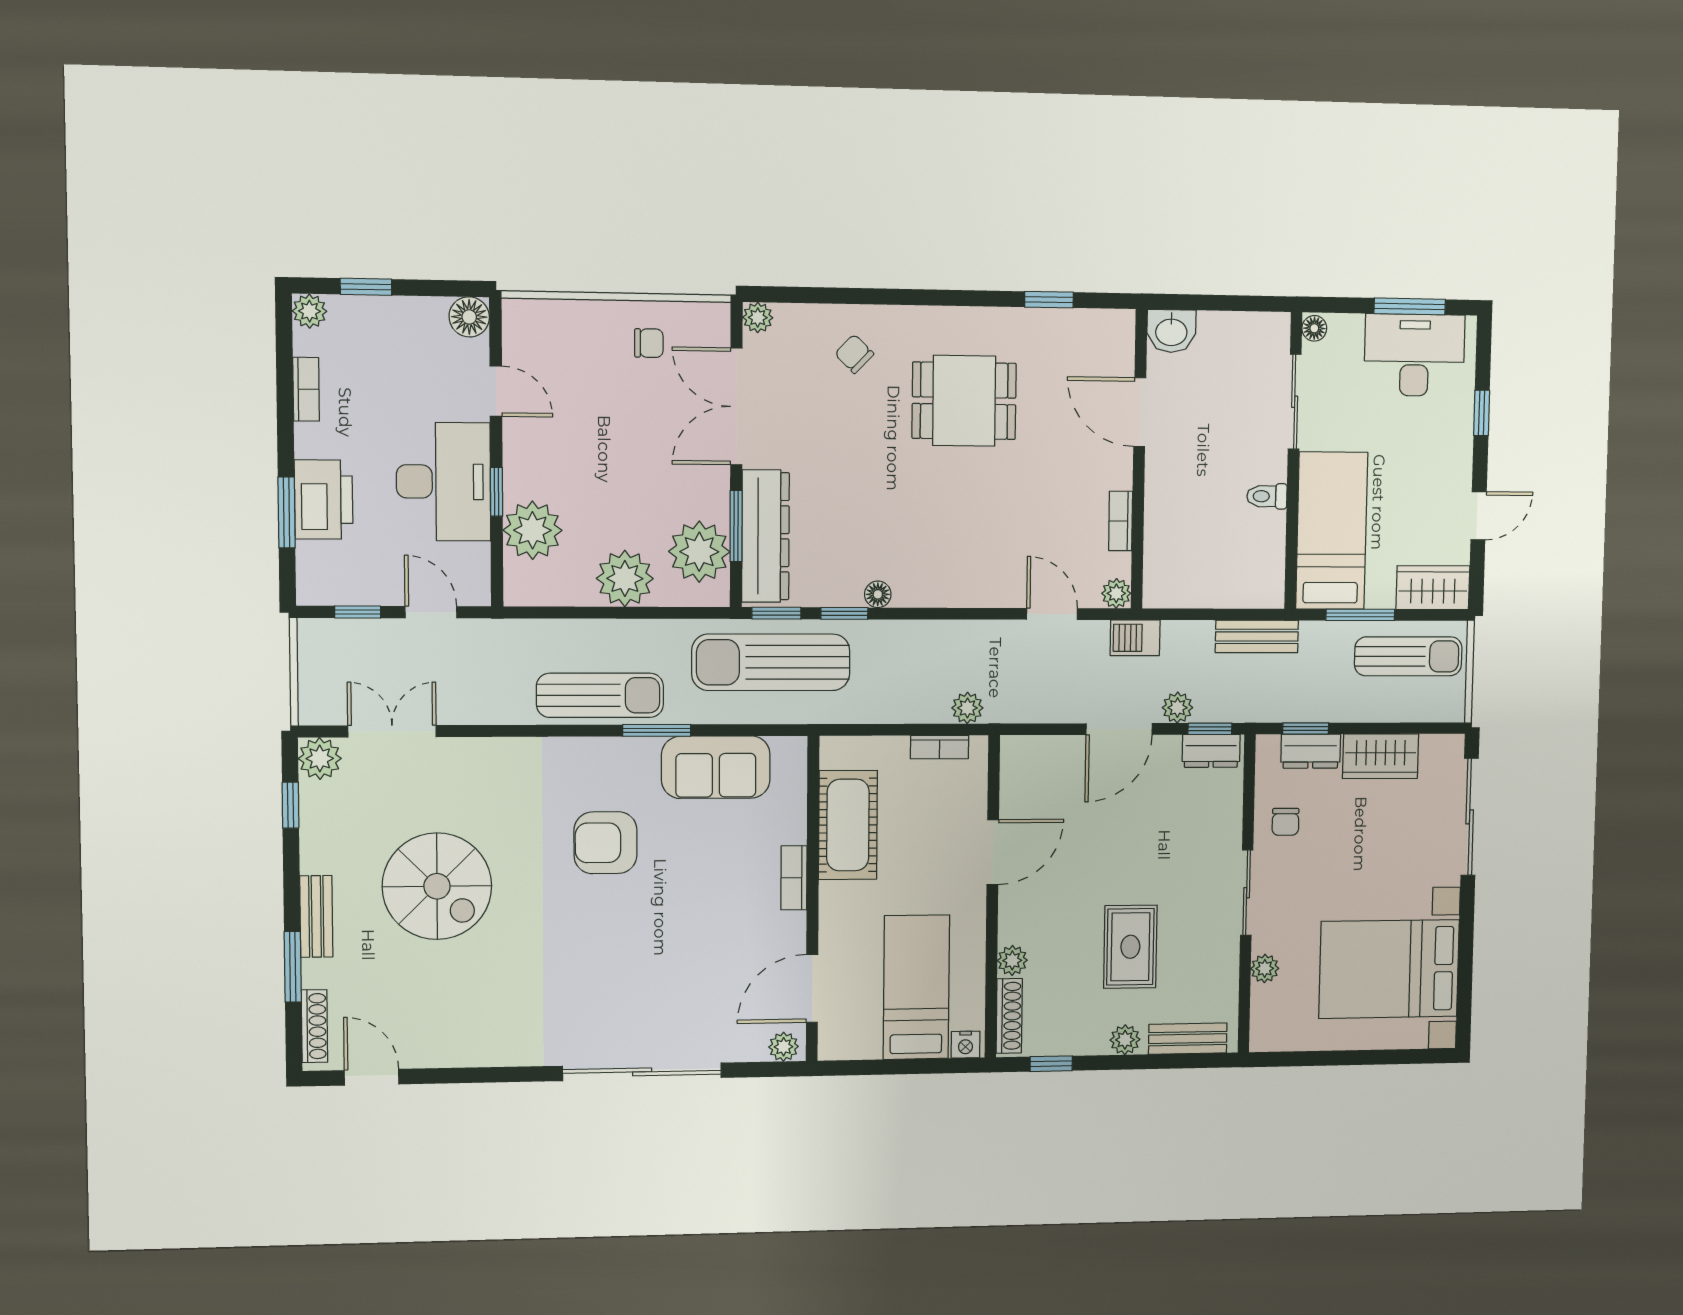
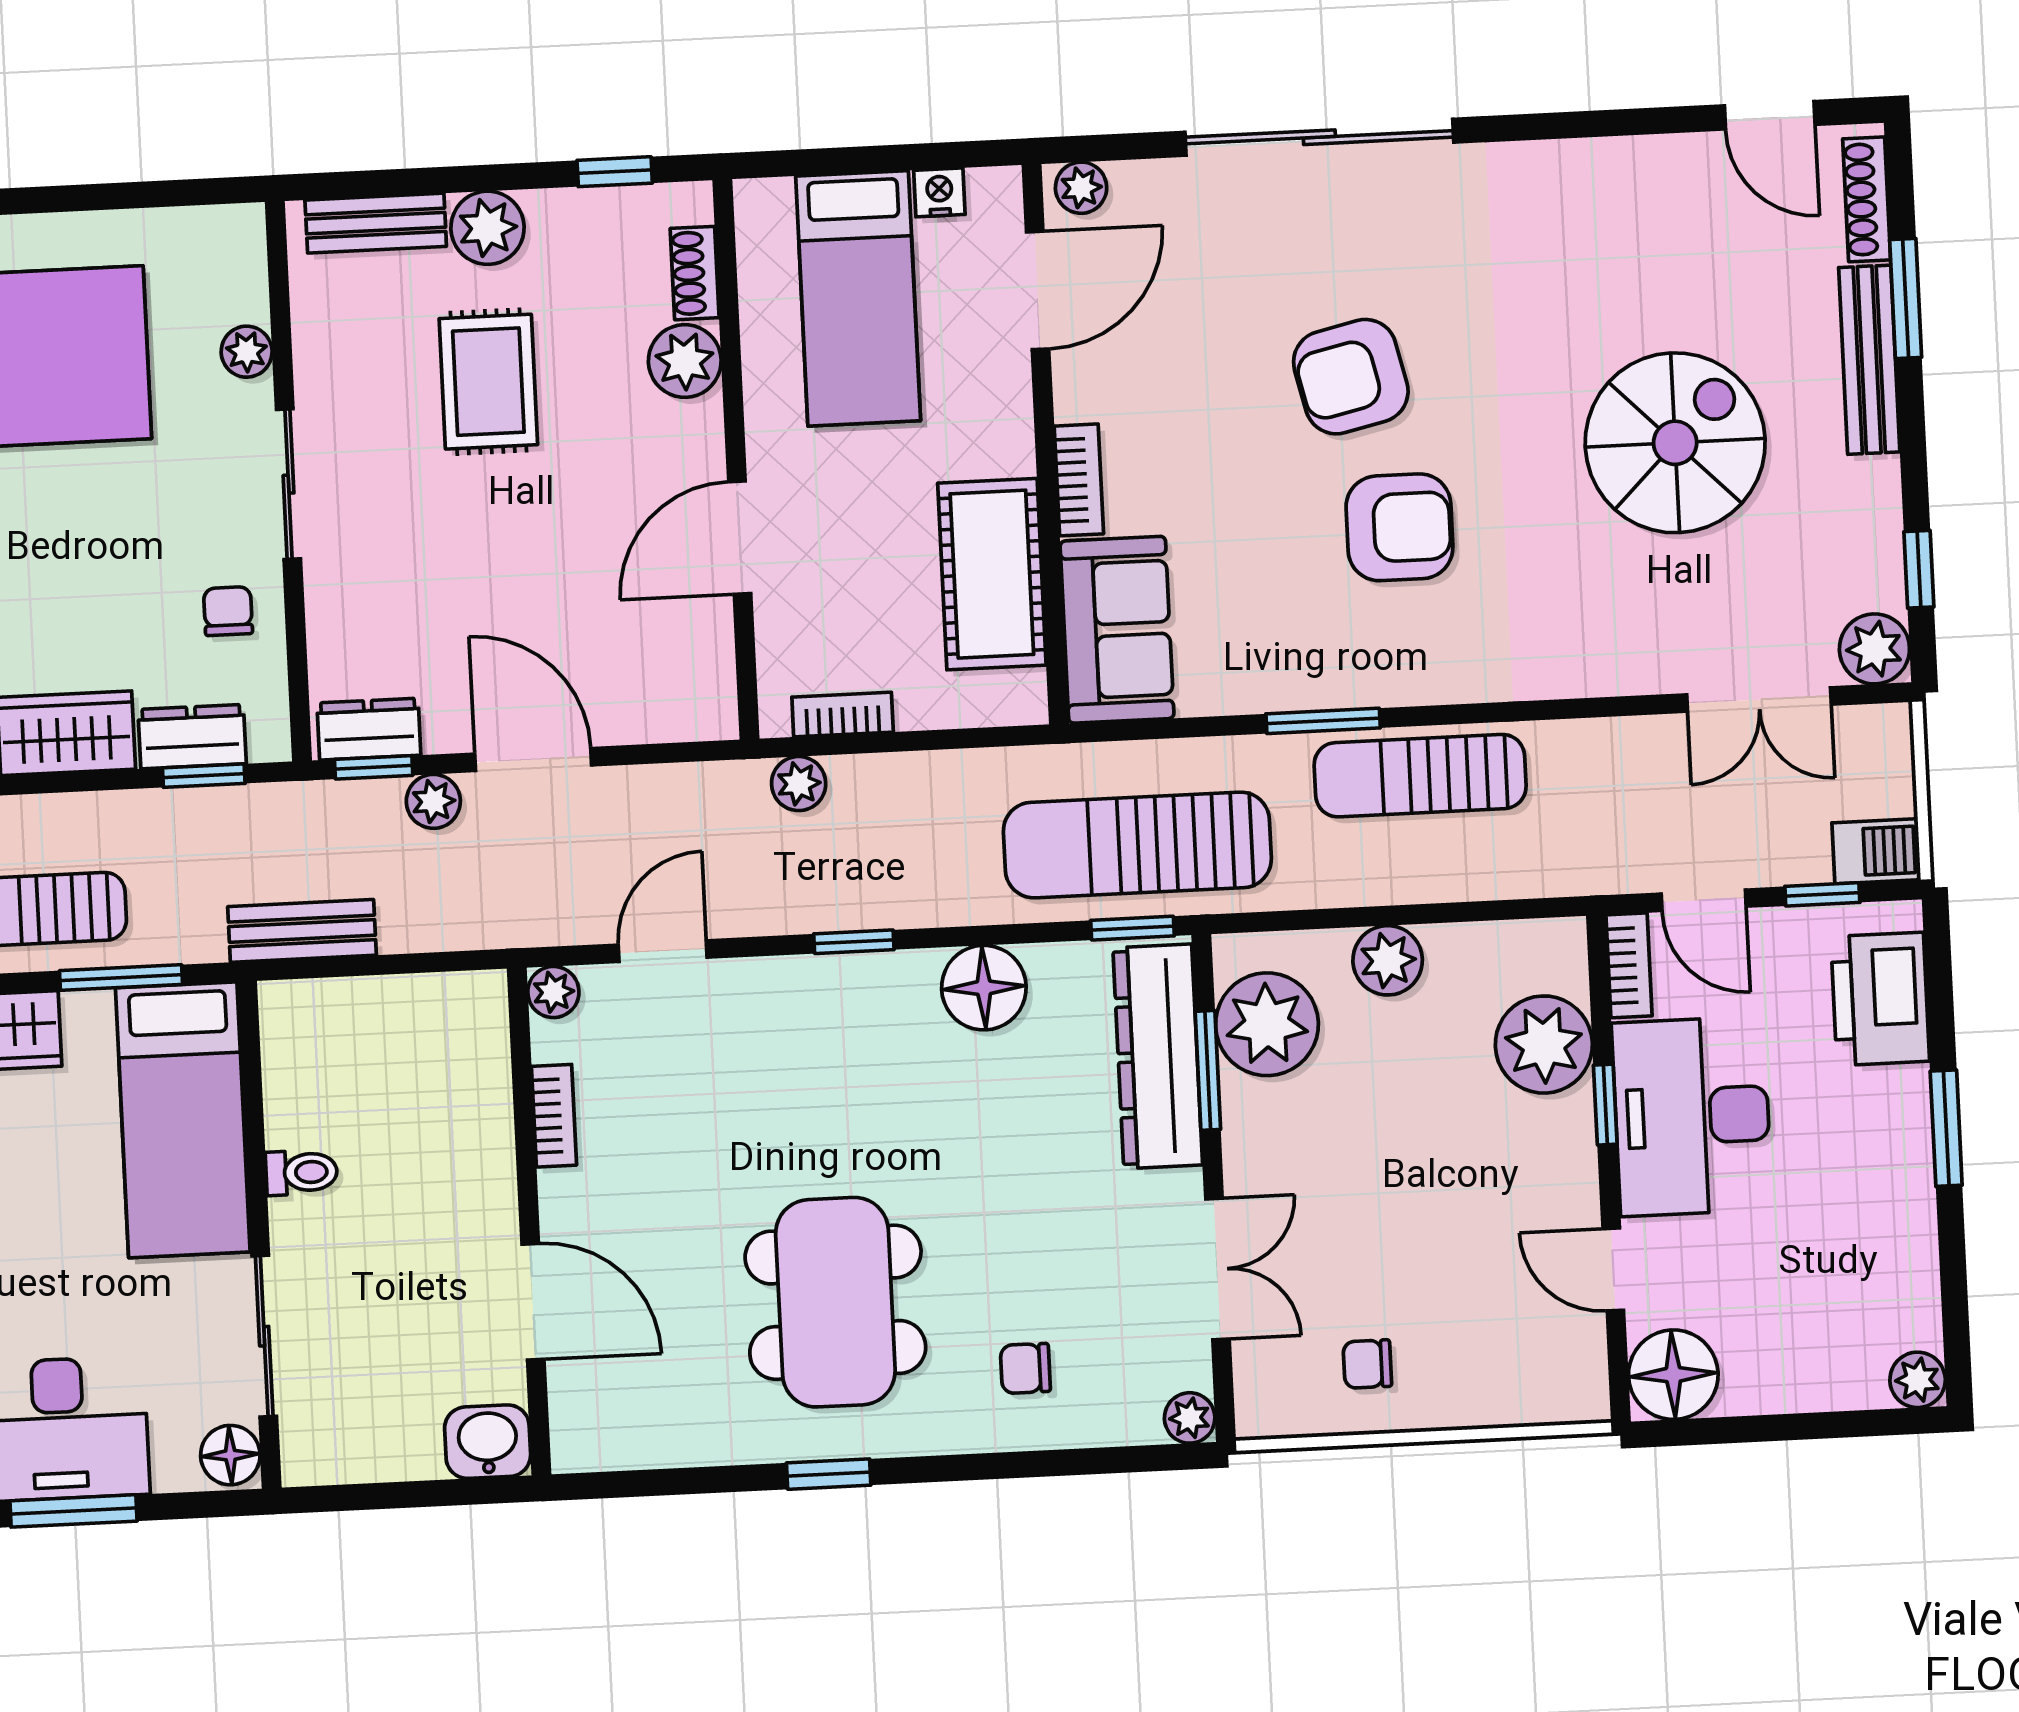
window: (366, 287) -> (1829, 1425), removed
window: (1049, 300) -> (829, 1474), moved
floor lamp: (469, 317) -> (1673, 1375), width x1.38, depth x1.38
floor lamp: (1314, 328) -> (230, 1455), width x1.37, depth x1.37
chair: (854, 354) -> (1025, 1368), turned 136
bookcase: (306, 389) -> (1629, 965), moved, turned 180
dining table: (964, 401) -> (835, 1302), width x1.38
double door: (736, 406) -> (1218, 1269), width x0.73
printer: (324, 500) -> (1880, 999), moved
window: (287, 512) -> (1946, 1128), moved
plant: (625, 578) -> (1388, 960), width x0.73, depth x0.73
floor lamp: (878, 594) -> (984, 988), width x1.89, depth x1.89
window: (844, 613) -> (854, 942), moved
door: (1052, 614) -> (663, 951), swing flipped
barbecue: (1135, 638) -> (1876, 851), moved
sun lounger: (771, 662) -> (1137, 845), turned 180
door: (1119, 729) -> (533, 760), hinge flipped
sofa: (716, 767) -> (1117, 630), moved, turned 90
spiral stairs: (437, 886) -> (1675, 443), turned 90
bench: (316, 916) -> (1869, 360), width x1.36
armchair: (630, 932) -> (1351, 377), added
plant: (1012, 960) -> (685, 361), width x1.38, depth x1.38
shoe rack: (1009, 1016) -> (695, 273), width x0.70
plant: (1125, 1040) -> (488, 228), width x1.38, depth x1.38
nightstand: (965, 1045) -> (939, 192), moved

